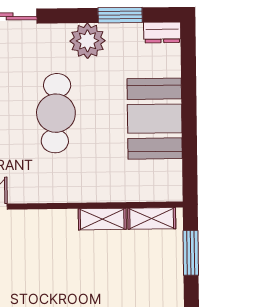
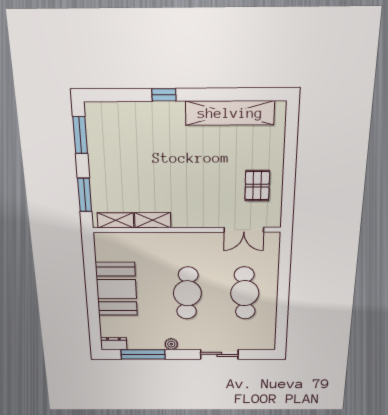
window: (120, 15) -> (143, 354), width x1.44
plant: (87, 41) -> (171, 344), width x0.53, depth x0.53

